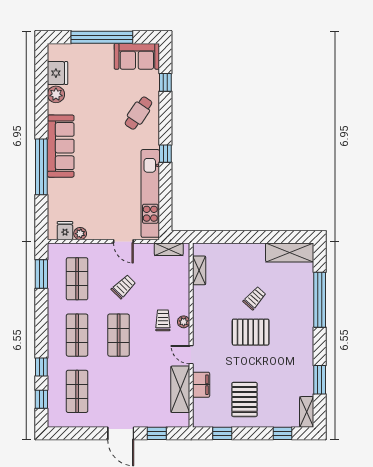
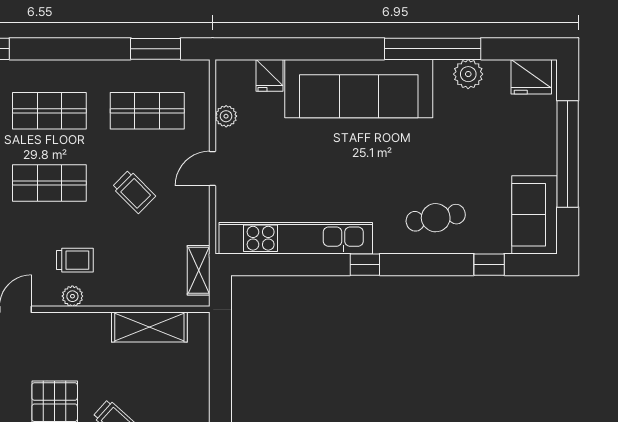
fridge: (57, 73) -> (531, 77), moved
cafe table: (138, 113) -> (436, 218), turned -44
sofa: (61, 146) -> (359, 89), width x1.36, depth x1.27
window: (41, 167) -> (433, 49), moved
fridge: (65, 231) -> (269, 75), moved, turned 90
door: (123, 241) -> (212, 169), moved
shelving: (199, 270) -> (149, 327), width x1.50, depth x1.33

